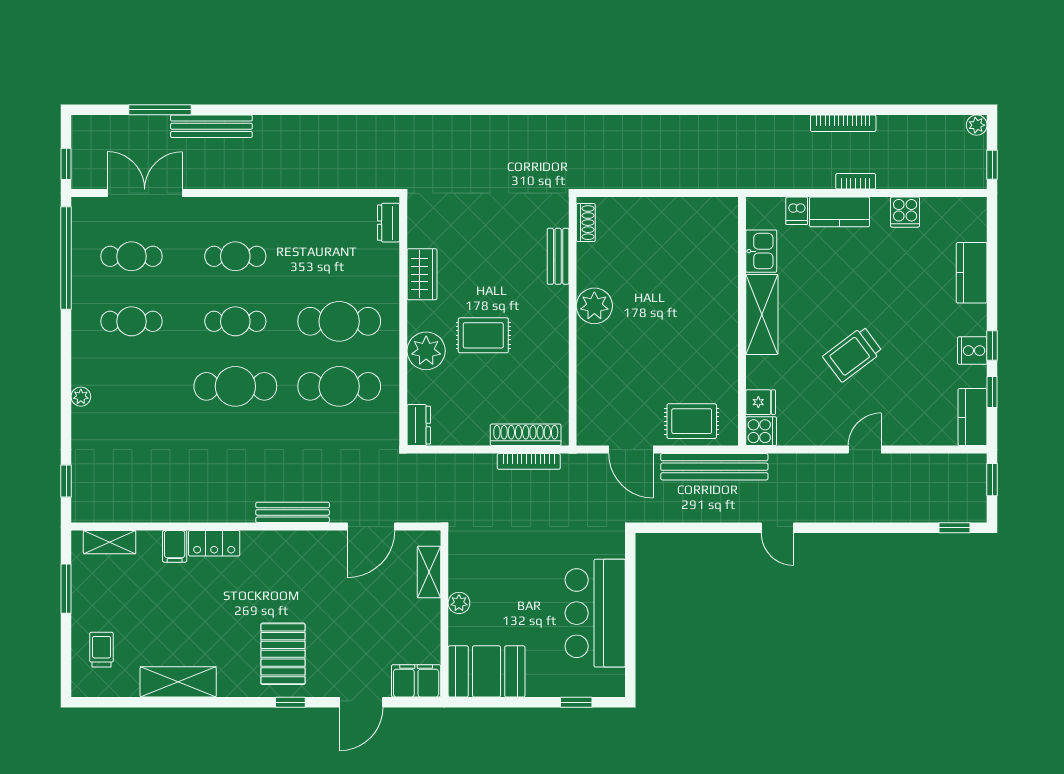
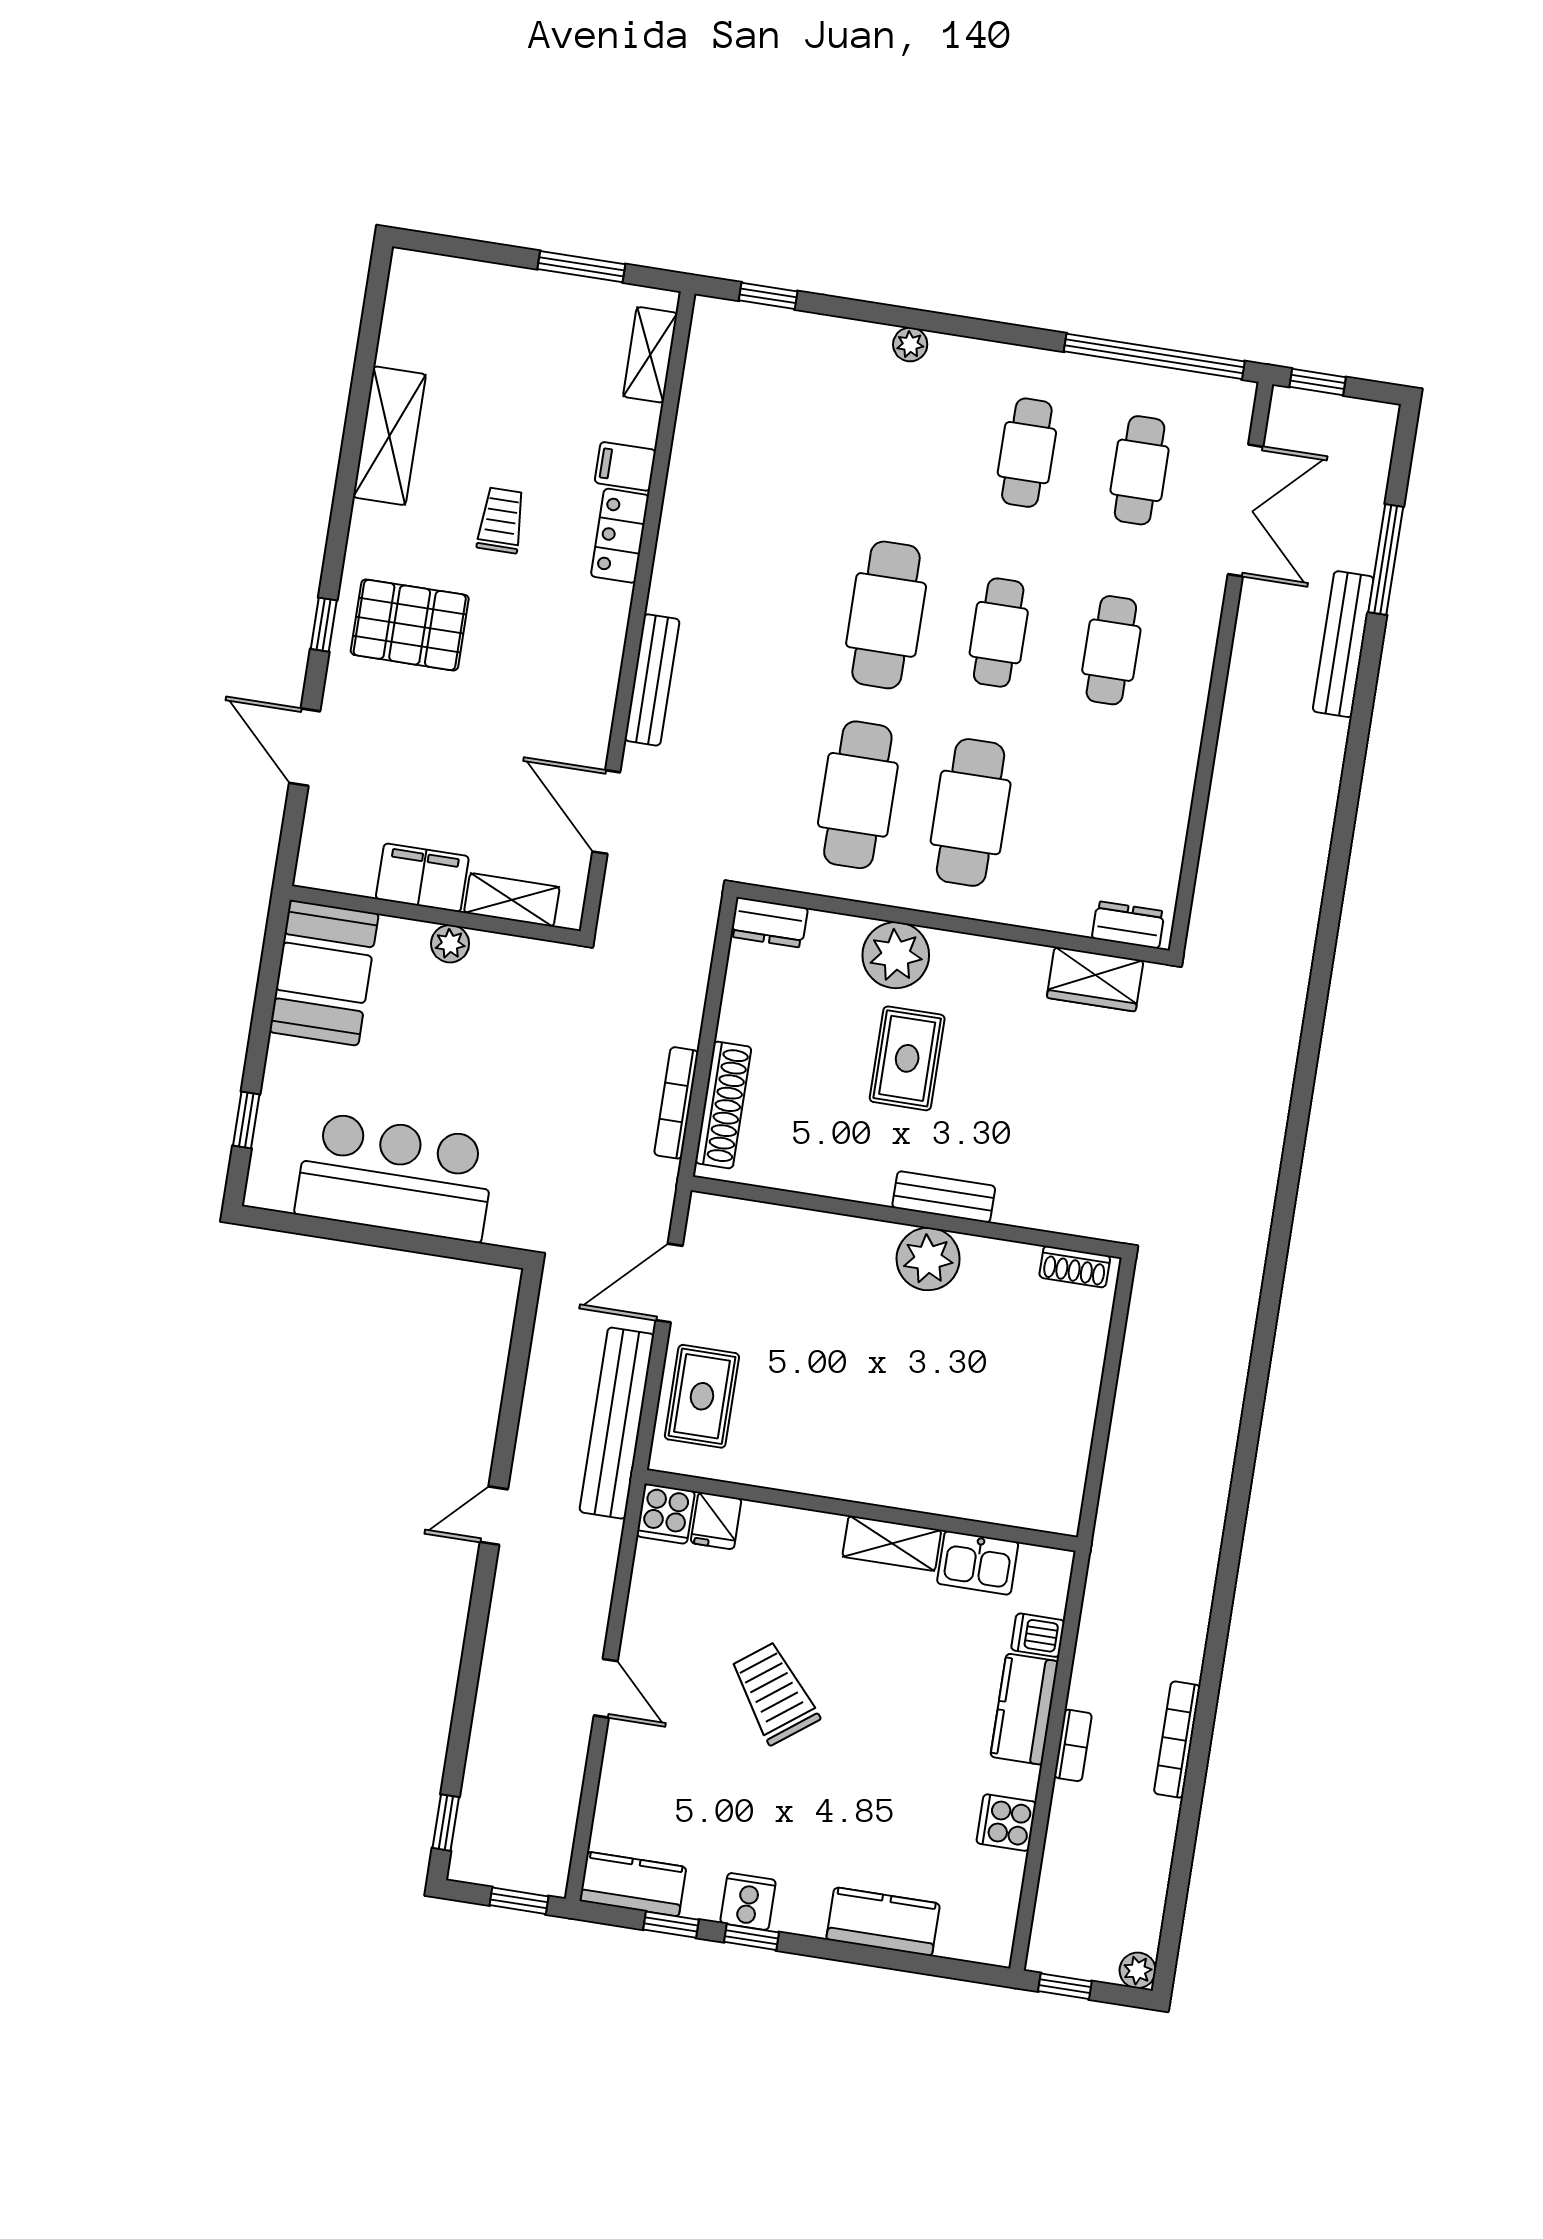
bench: (558, 256) -> (944, 1197), moved
wardrobe: (422, 274) -> (1095, 979), moved
shelving: (762, 315) -> (892, 1543), width x0.67, depth x0.75
trolley: (101, 650) -> (501, 520), moved, turned -90
filing cabinet: (416, 681) -> (422, 878), moved, turned -90

